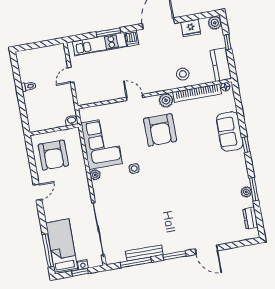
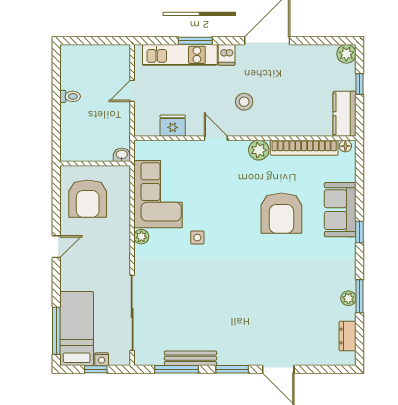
fridge: (191, 28) -> (173, 126), moved, turned 180
stool: (183, 74) -> (244, 102), moved
armchair: (160, 130) -> (281, 213), moved

